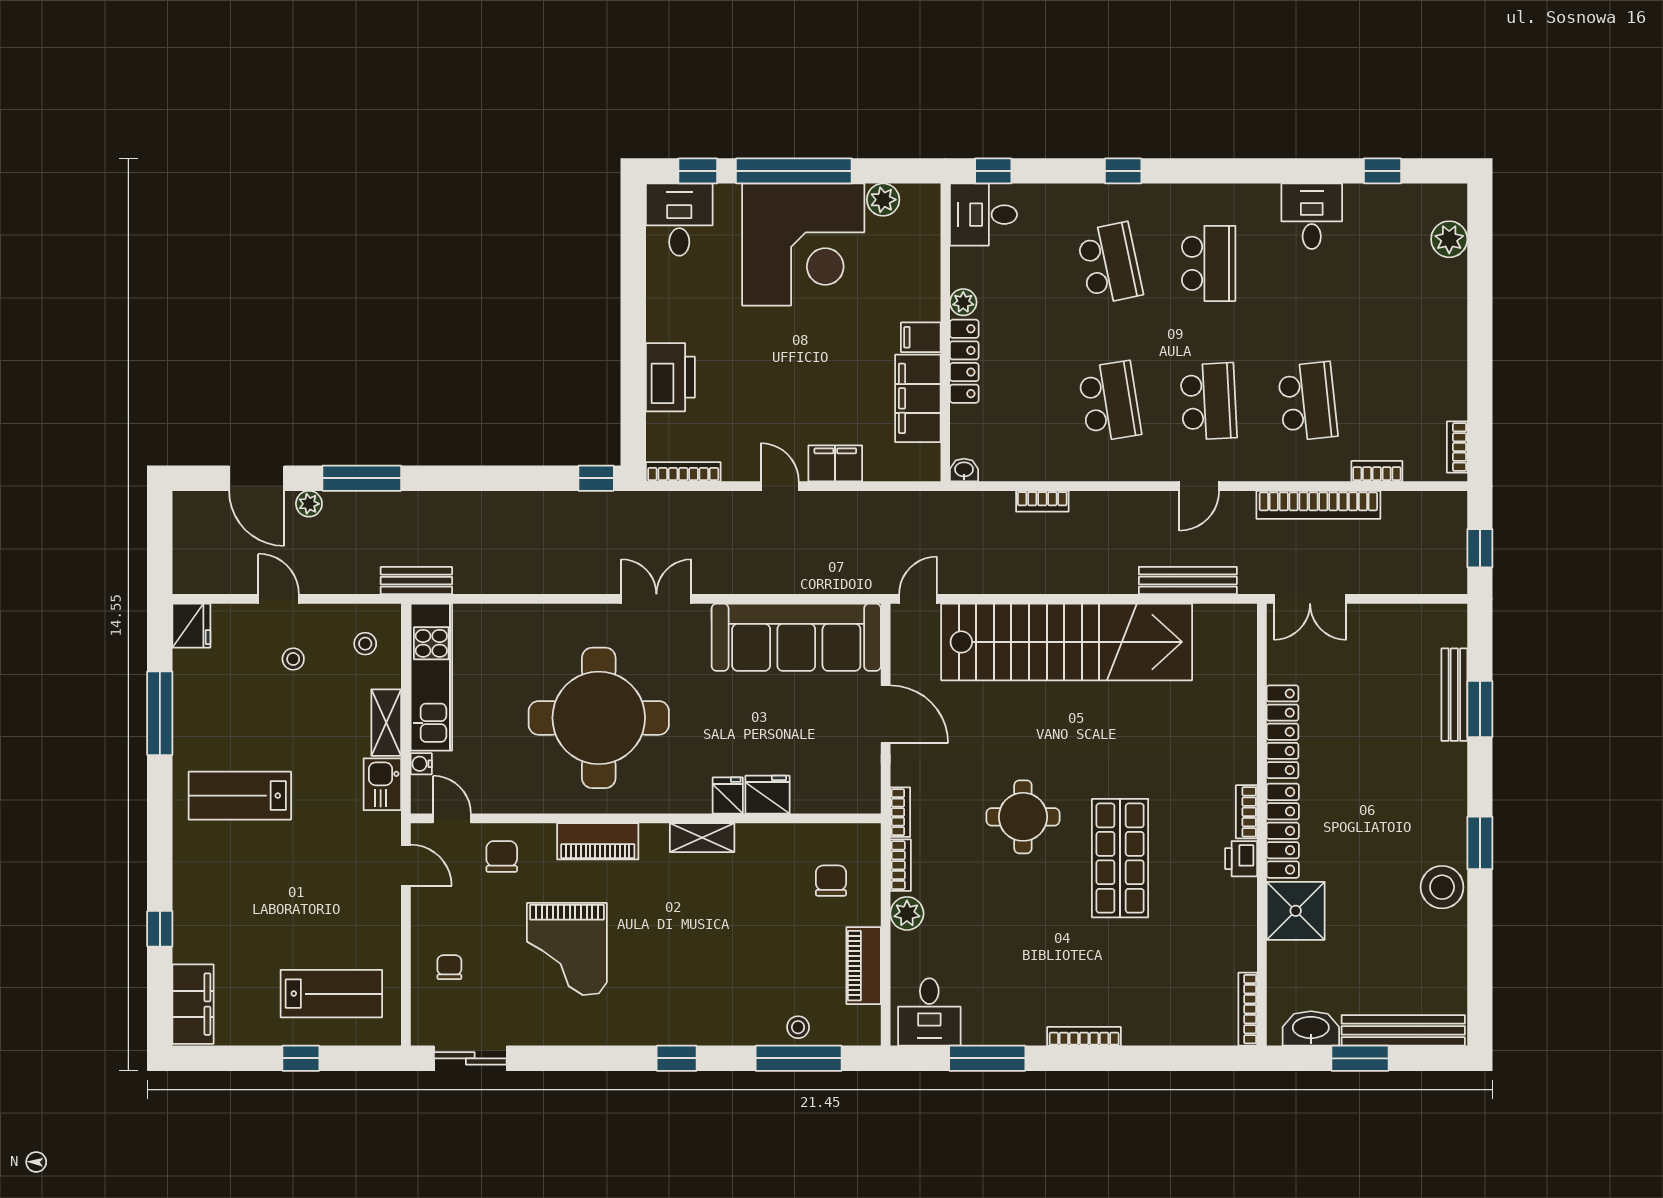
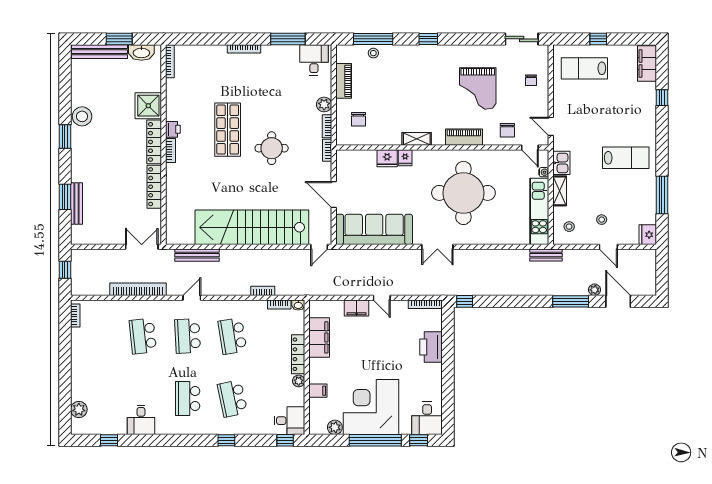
filing cabinet: (921, 337) -> (318, 391), moved
bookcase: (1377, 471) -> (279, 305), moved
grand piano: (567, 949) -> (478, 88), turned 180

